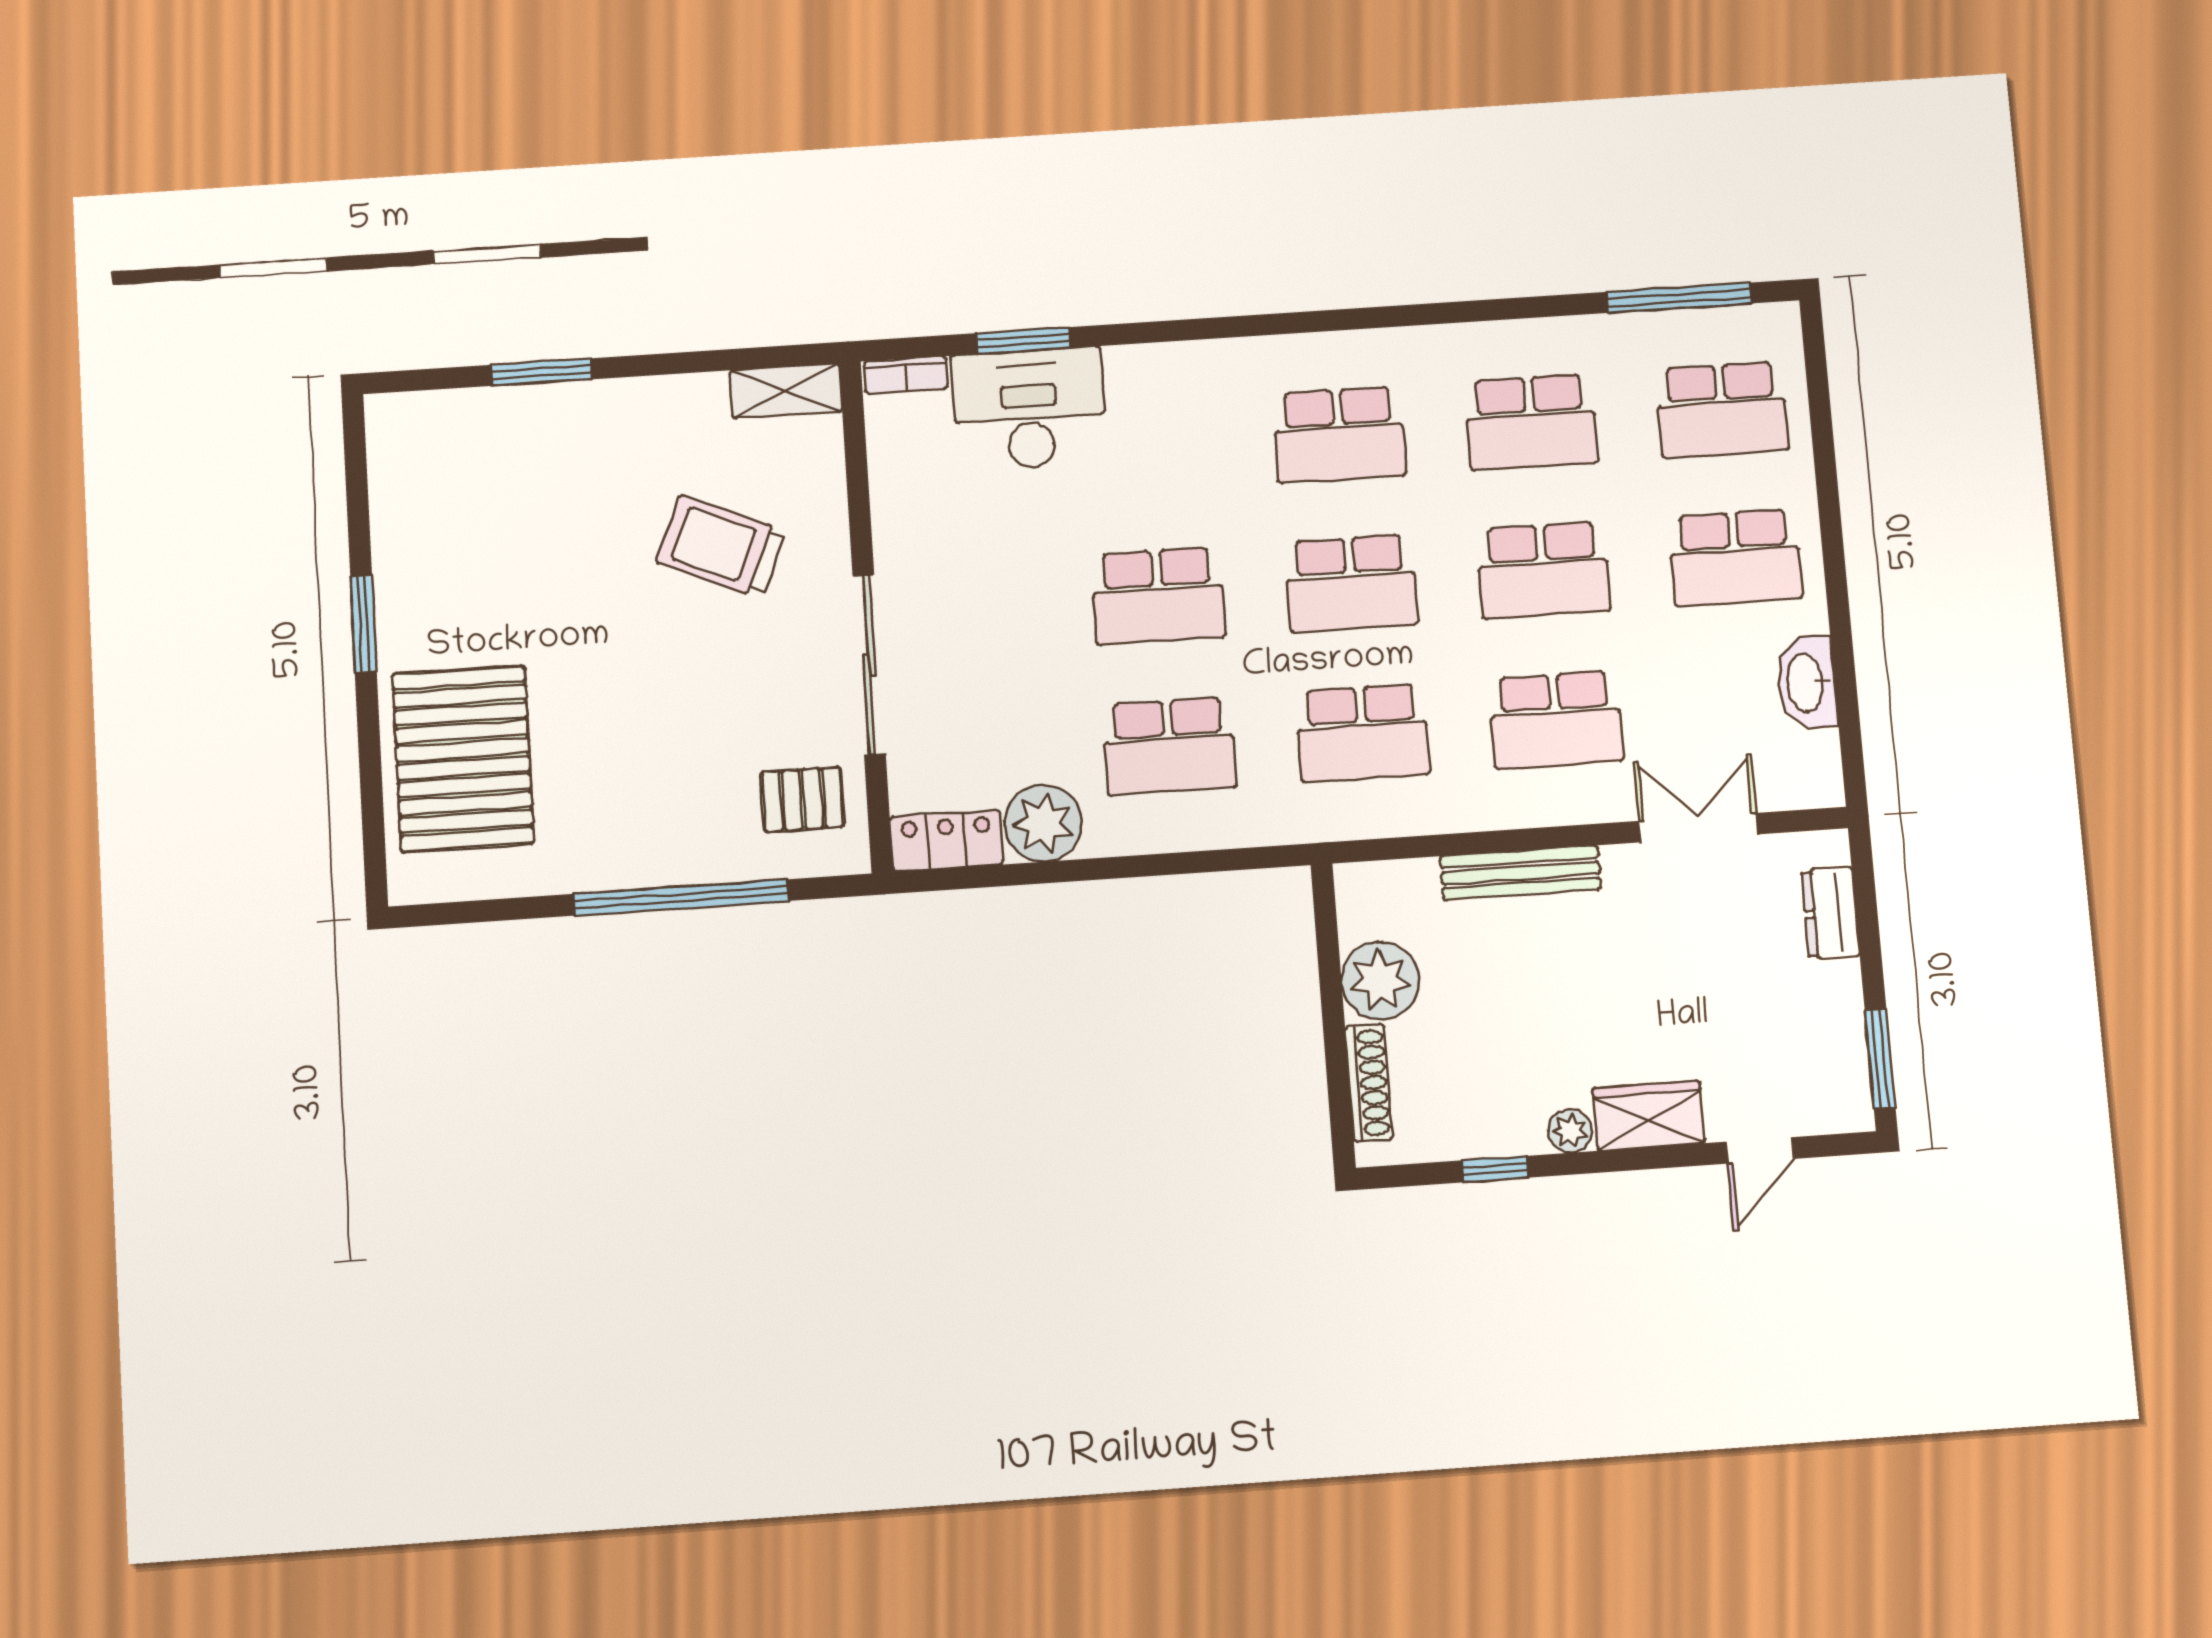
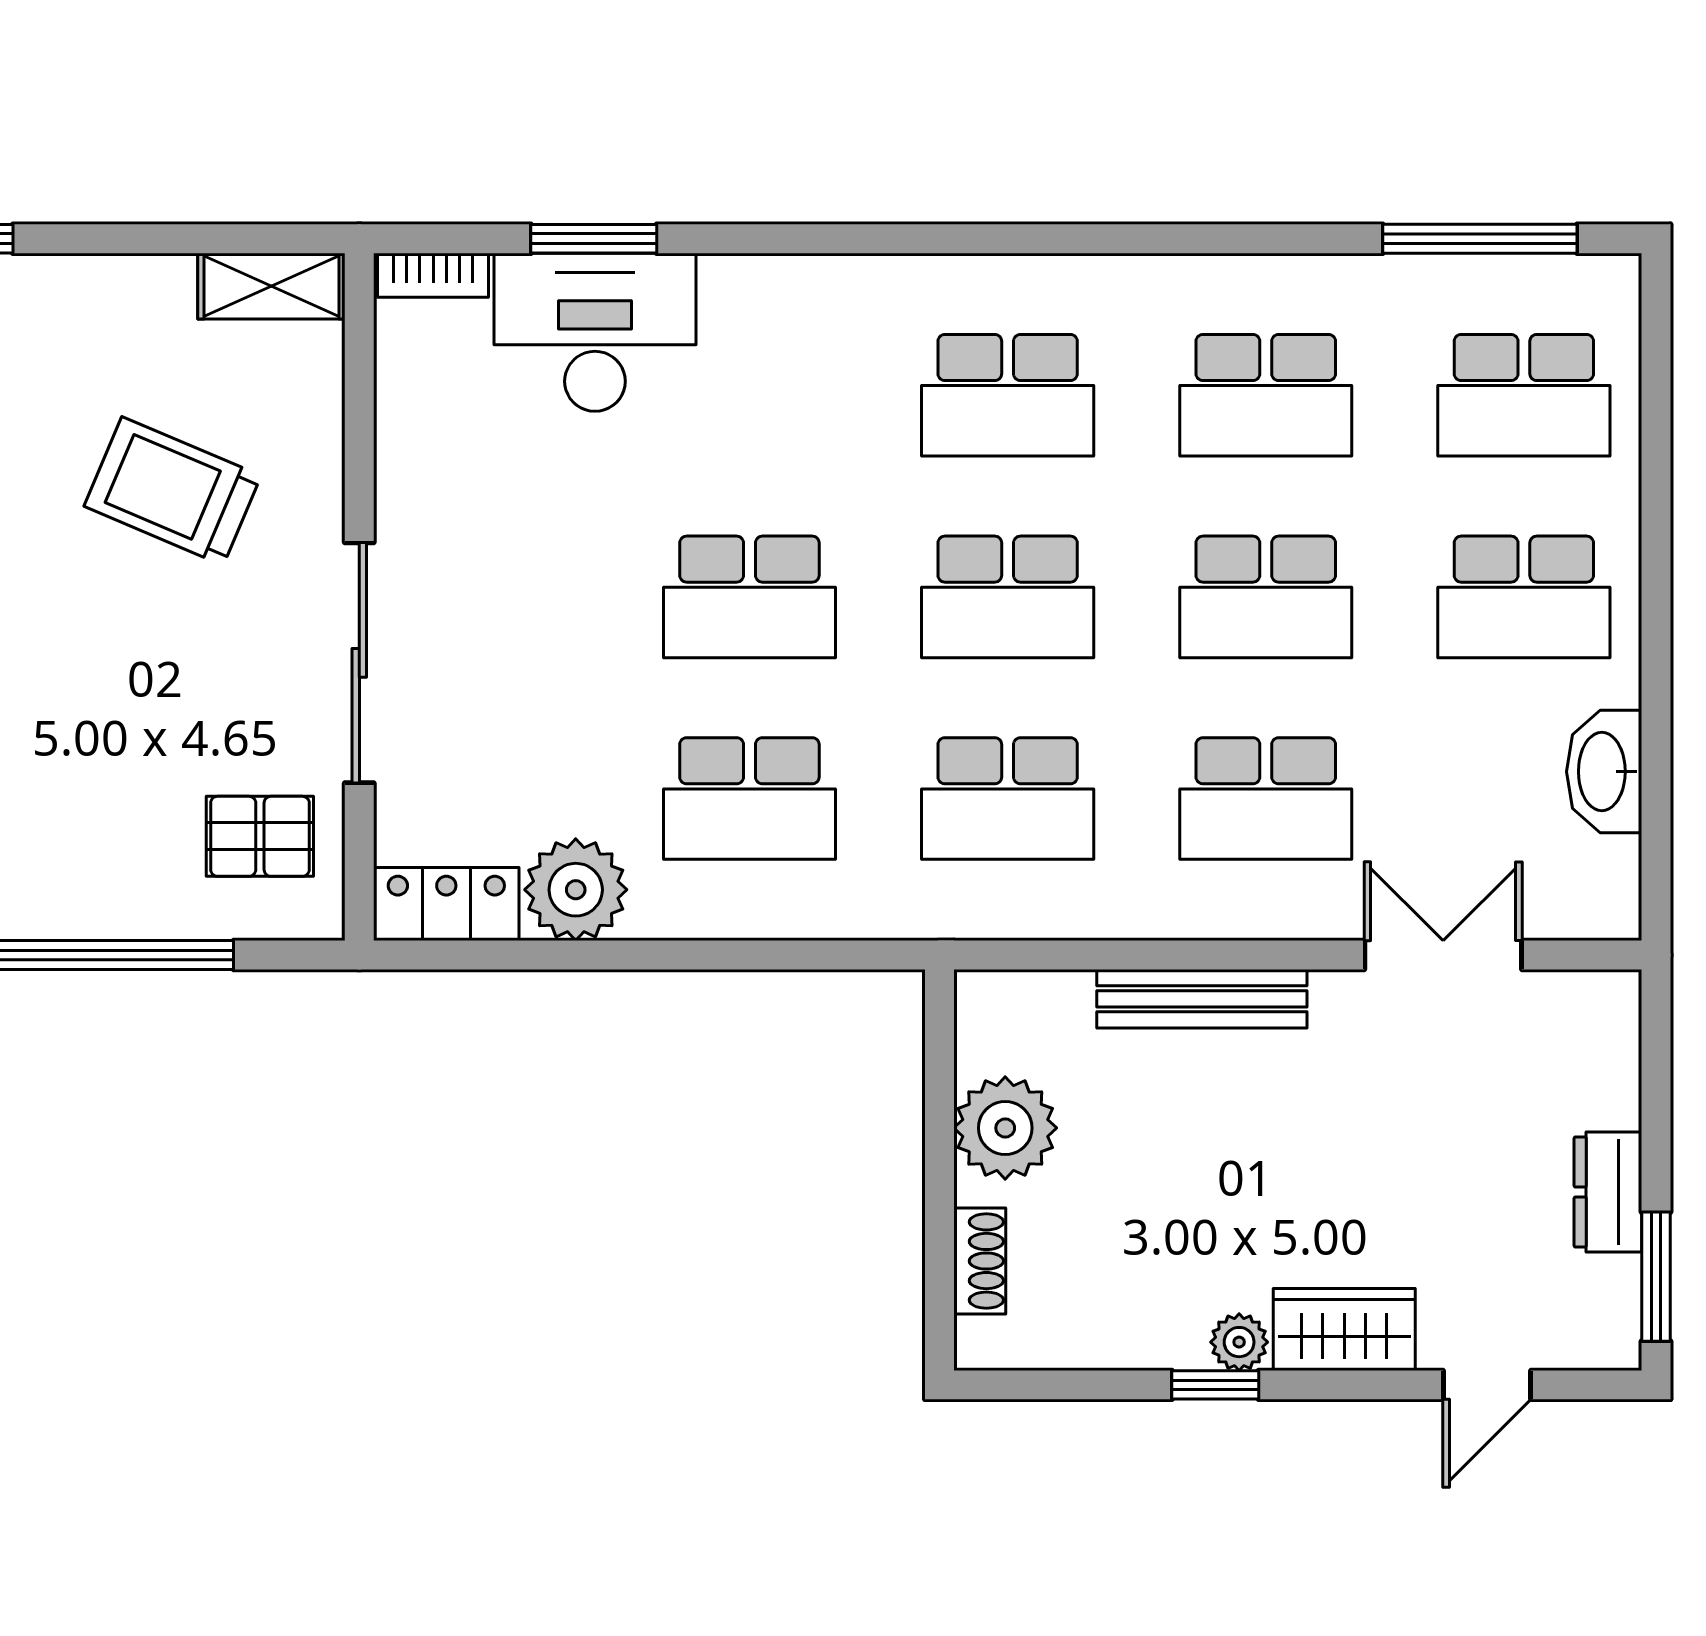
dresser: (1830, 913) -> (1608, 1192), moved
shoe rack: (1369, 1083) -> (980, 1261), width x0.70
window: (1495, 1169) -> (1215, 1385), moved

